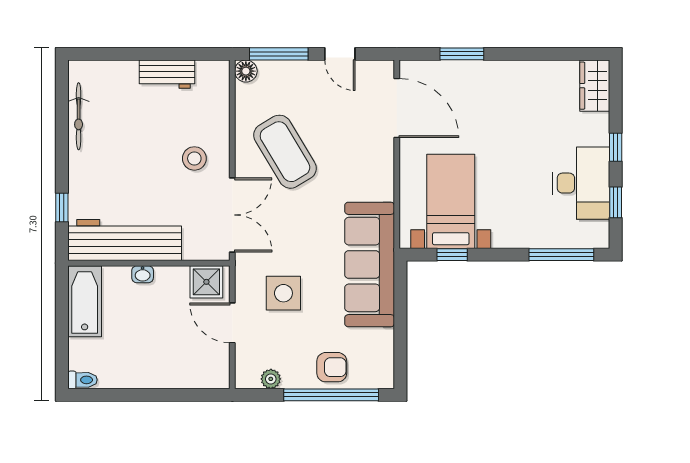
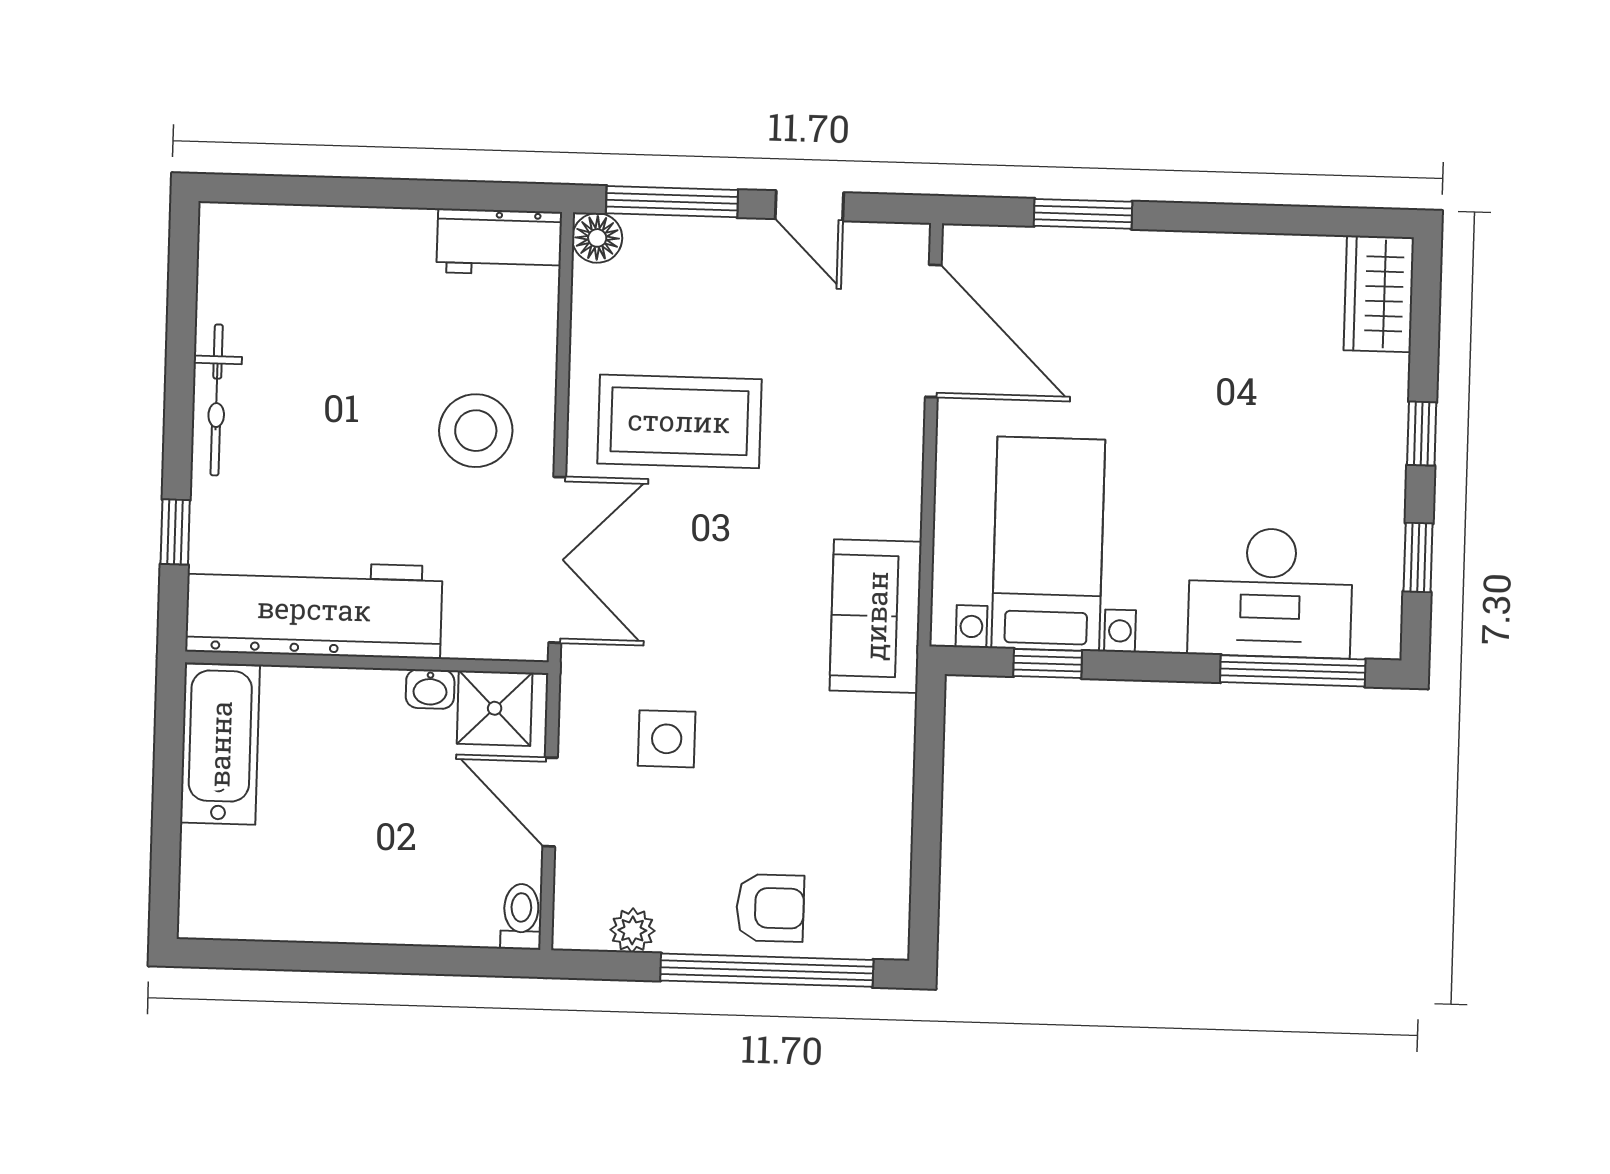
workbench: (167, 74) -> (499, 242), moved
bicycle: (79, 116) -> (217, 400), moved
coffee table: (285, 152) -> (679, 421), turned -59
stool: (194, 158) -> (476, 431), width x1.38, depth x1.38
desk: (581, 183) -> (1270, 593), moved, turned 90
sofa: (370, 264) -> (876, 616), width x0.54, depth x0.79
washbasin: (143, 274) -> (430, 689), moved
side table: (283, 293) -> (667, 739), width x0.73, depth x0.73
toilet: (82, 380) -> (521, 917), moved, turned -90

